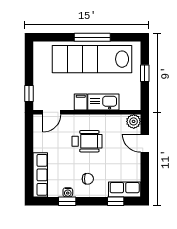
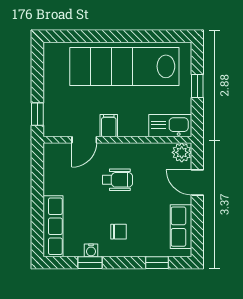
window: (92, 37) -> (125, 36), removed
kitchen sink: (103, 102) -> (170, 126), moved
door: (52, 112) -> (84, 140), moved
wheelchair: (87, 141) -> (117, 180), width x0.73, depth x0.73
row of seats: (125, 189) -> (181, 227), moved, turned -90

